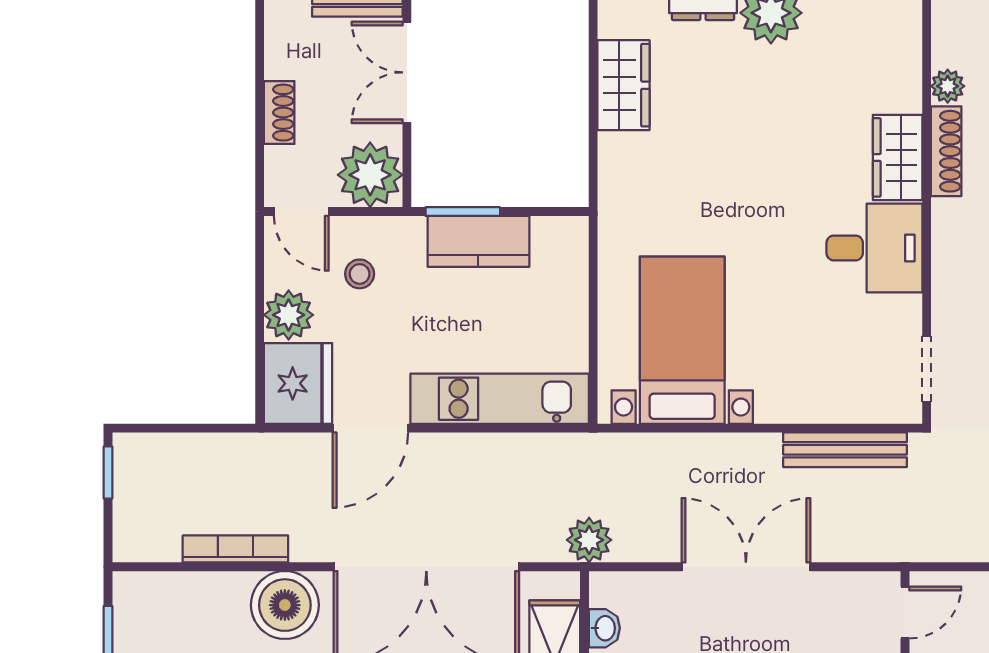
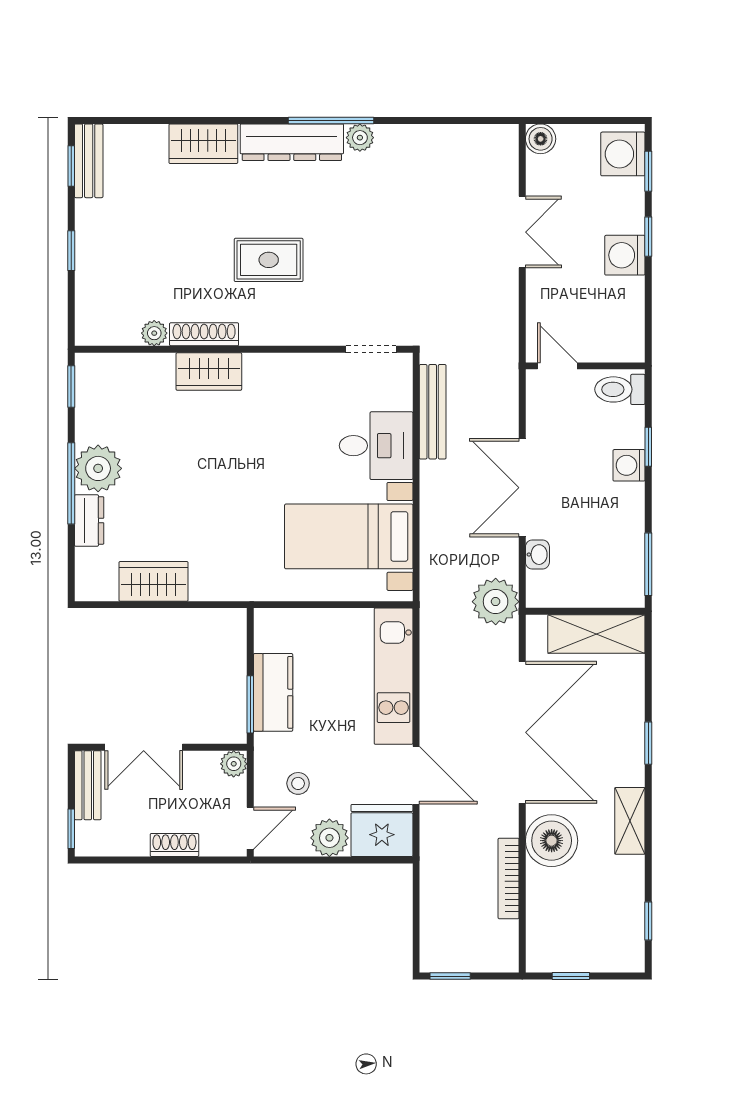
plant: (370, 175) -> (234, 764), width x0.53, depth x0.53
desk: (874, 248) -> (376, 446), moved, turned 90
plant: (589, 540) -> (496, 602), width x1.36, depth x1.36
washbasin: (604, 628) -> (537, 555), moved, turned 90

